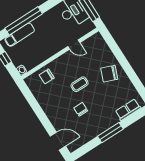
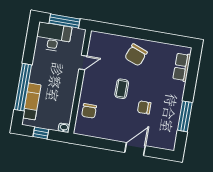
window: (110, 133) -> (185, 116), moved
door: (58, 141) -> (135, 149), moved

